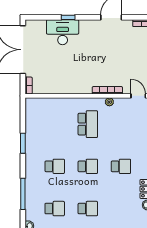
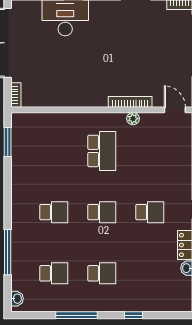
window: (23, 143) -> (8, 142), moved

